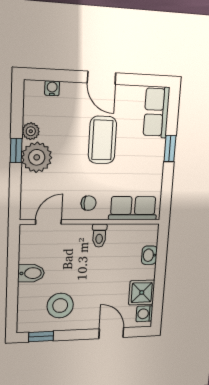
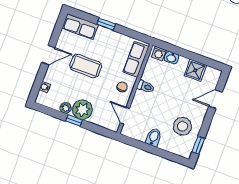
washing machine: (144, 314) -> (159, 53), moved

